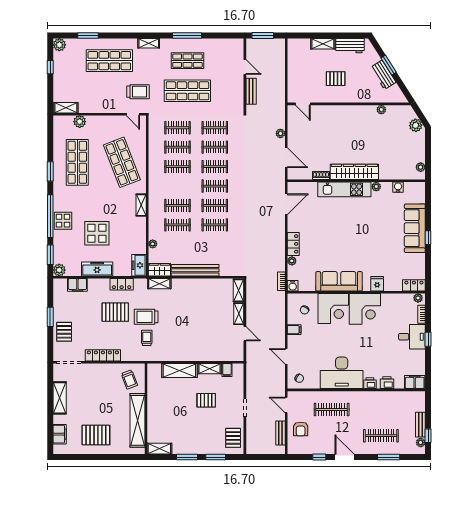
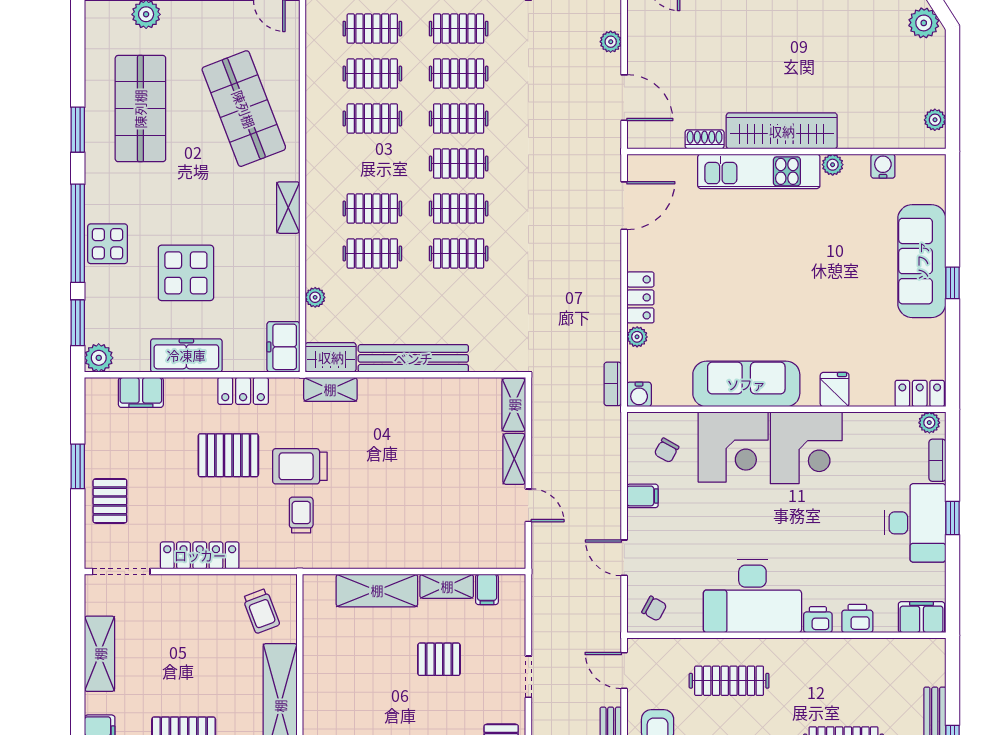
desk: (412, 337) -> (915, 523), width x1.37

